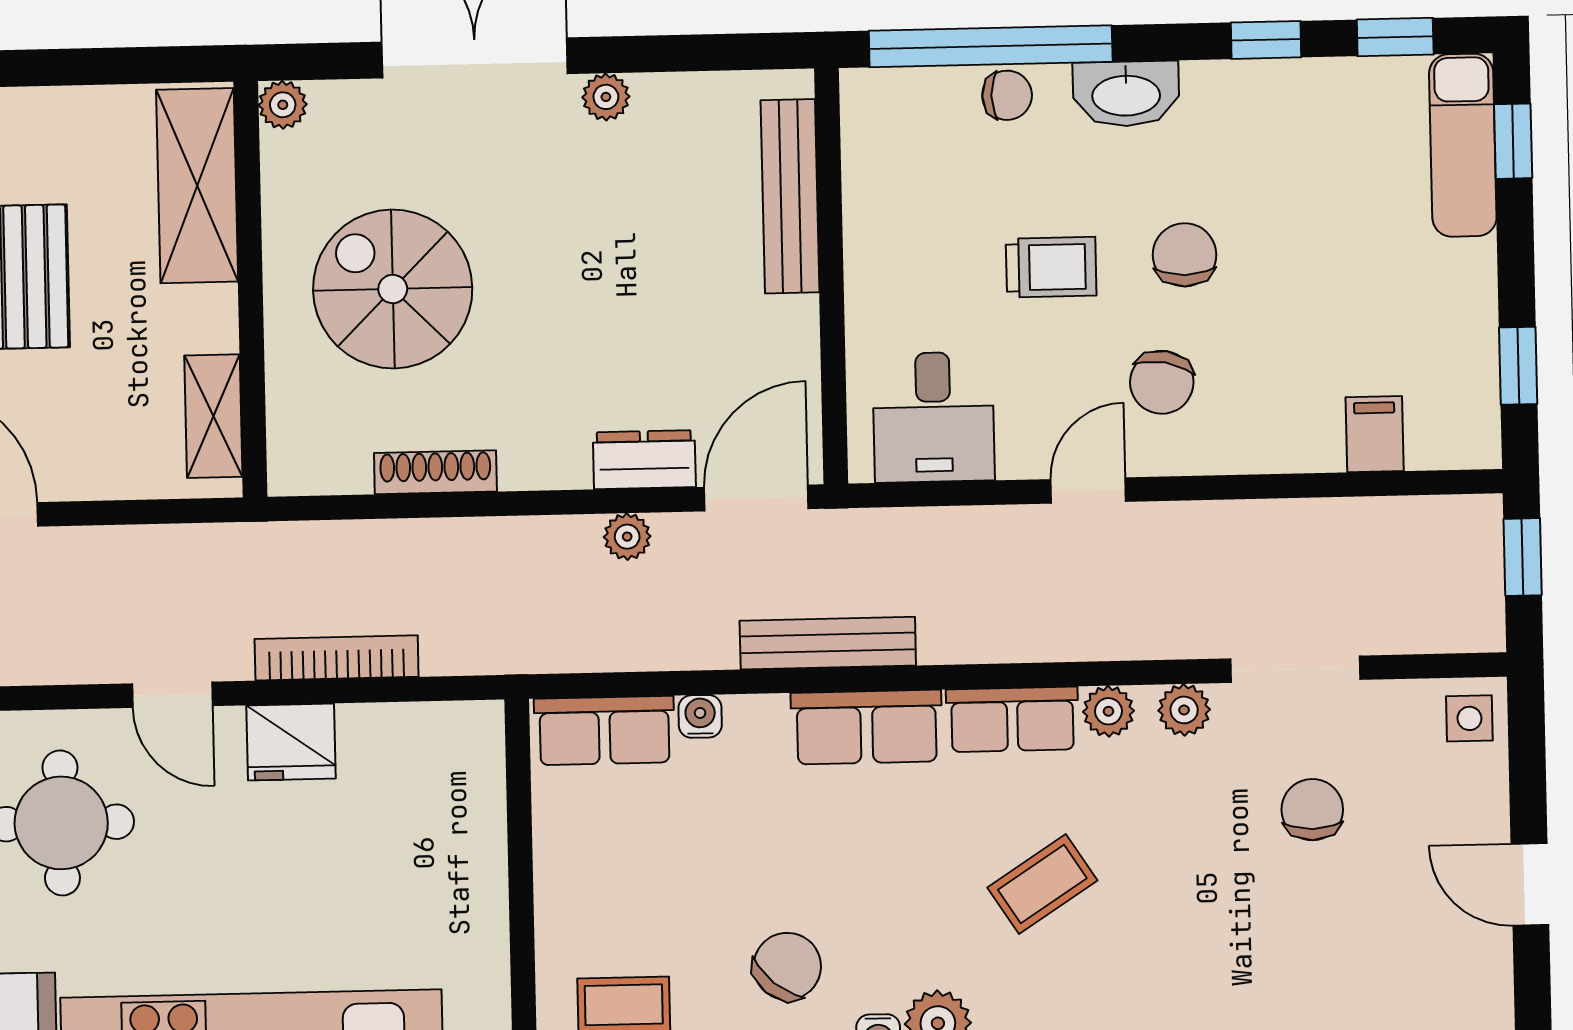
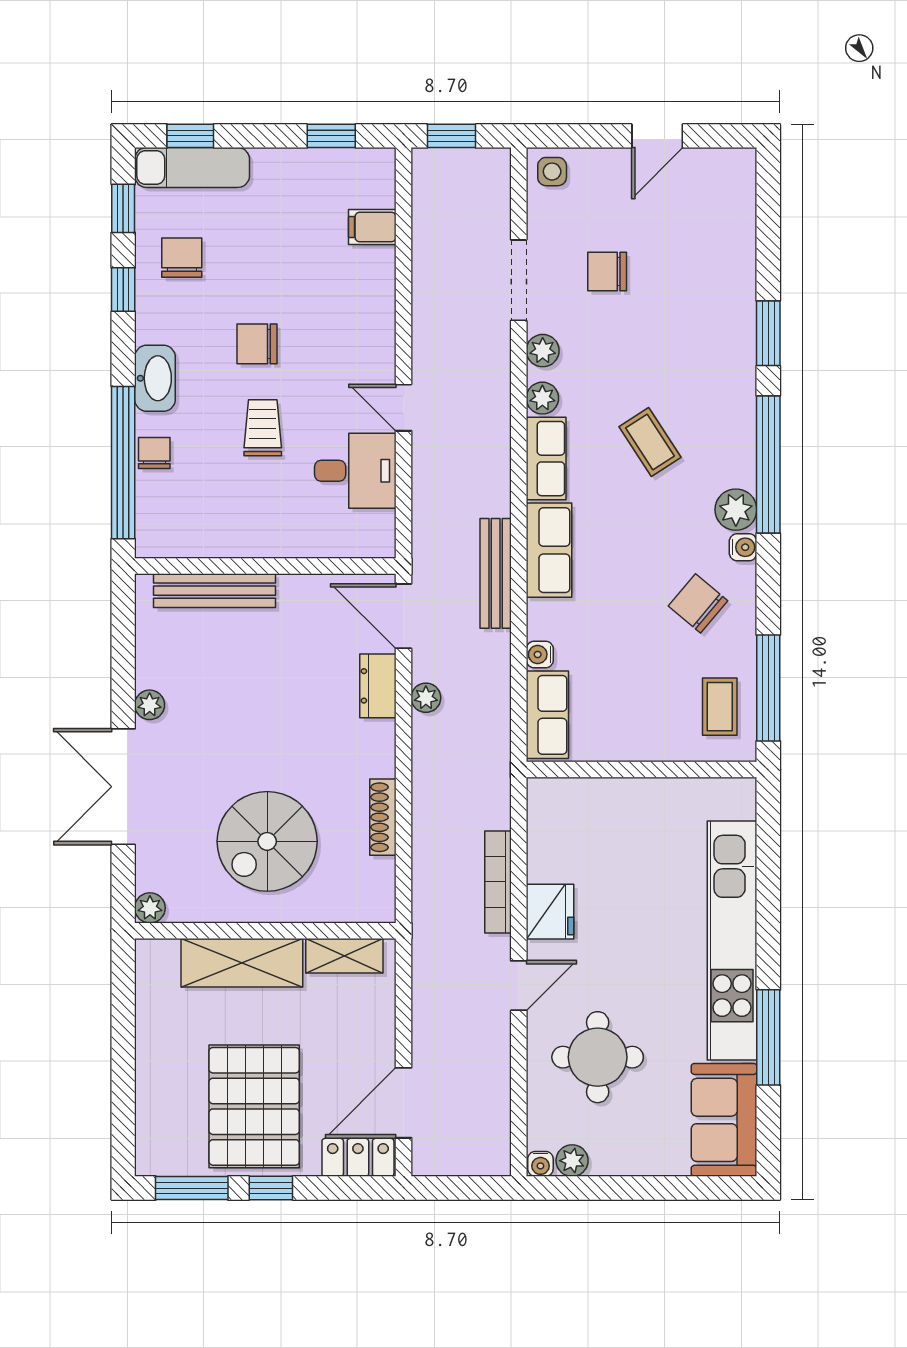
shelving: (197, 186) -> (242, 963), moved
chair: (1162, 382) -> (182, 258), moved, turned -101
desk: (933, 417) -> (355, 471), moved

